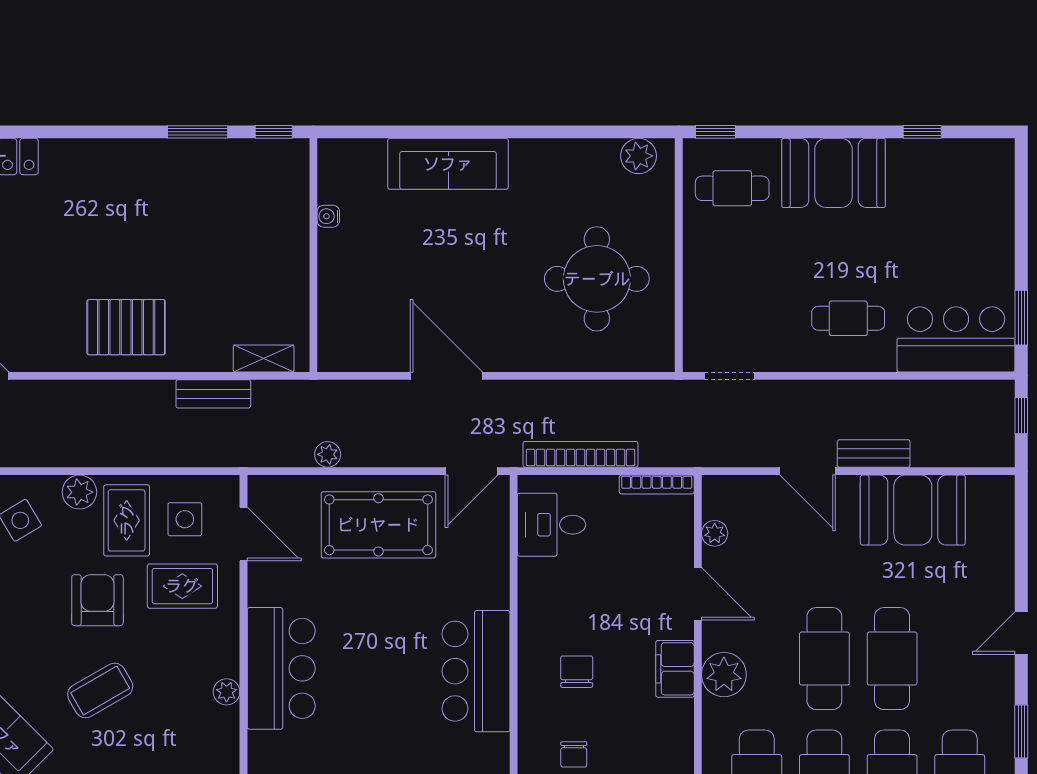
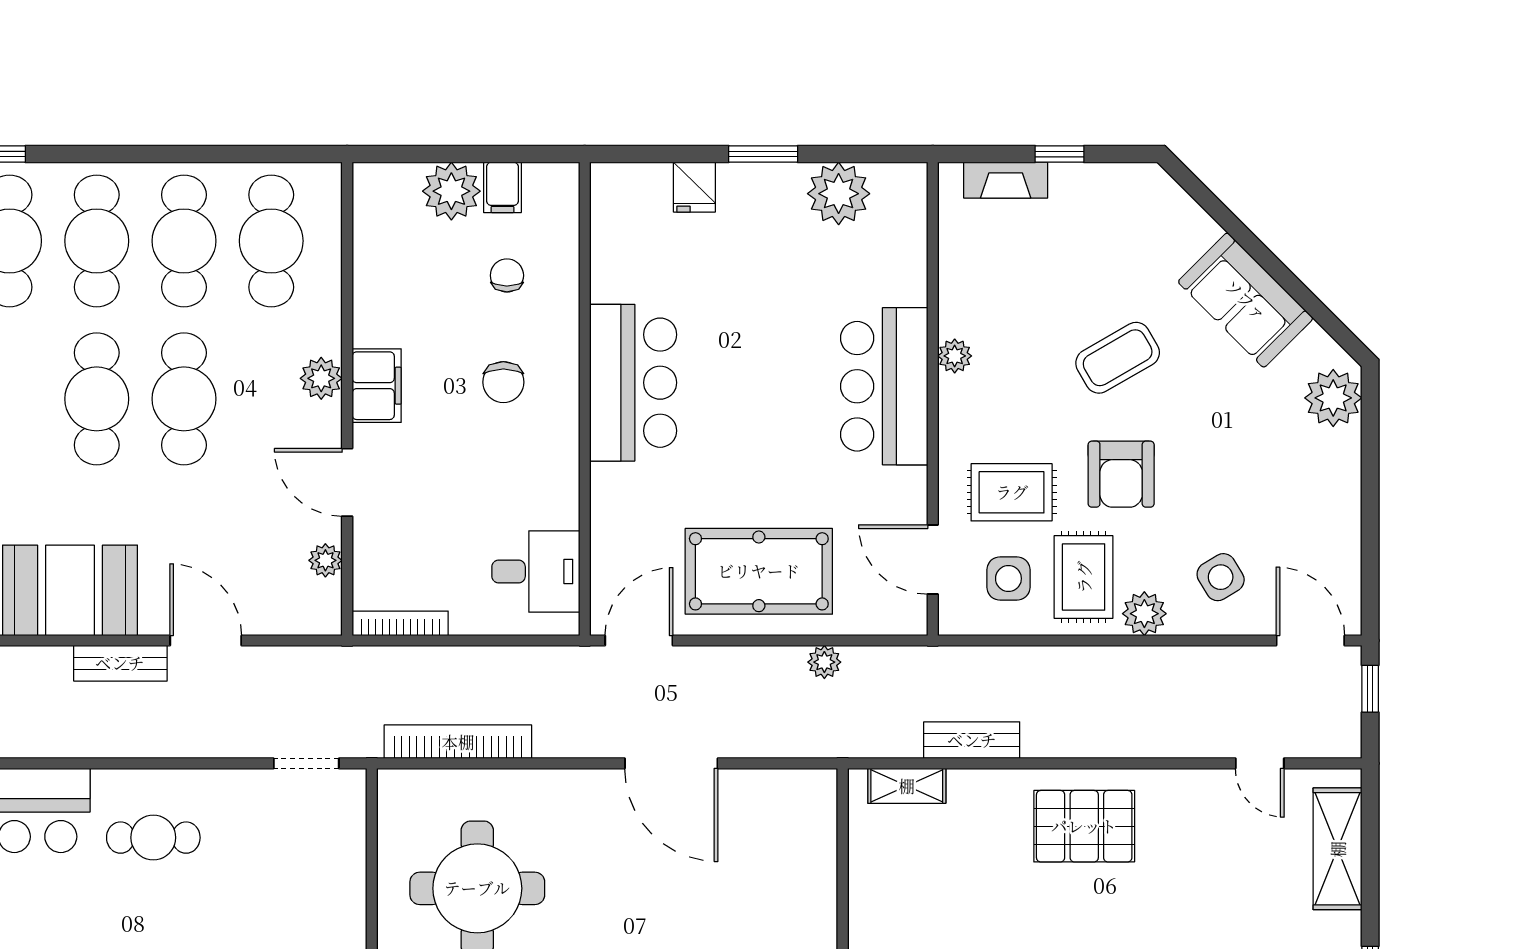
bookcase: (580, 454) -> (458, 742), moved, turned 180
plant: (724, 675) -> (321, 378), width x0.73, depth x0.73

